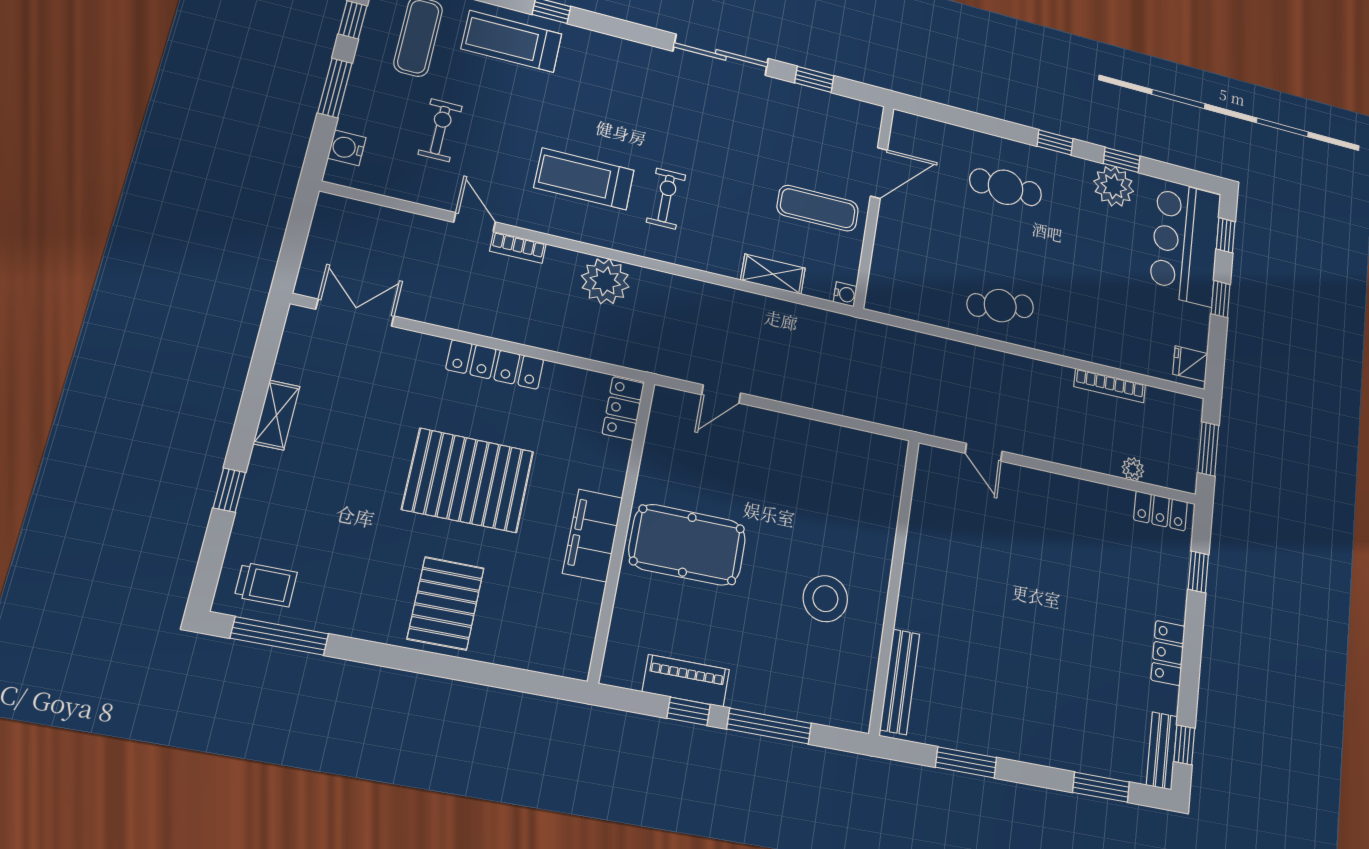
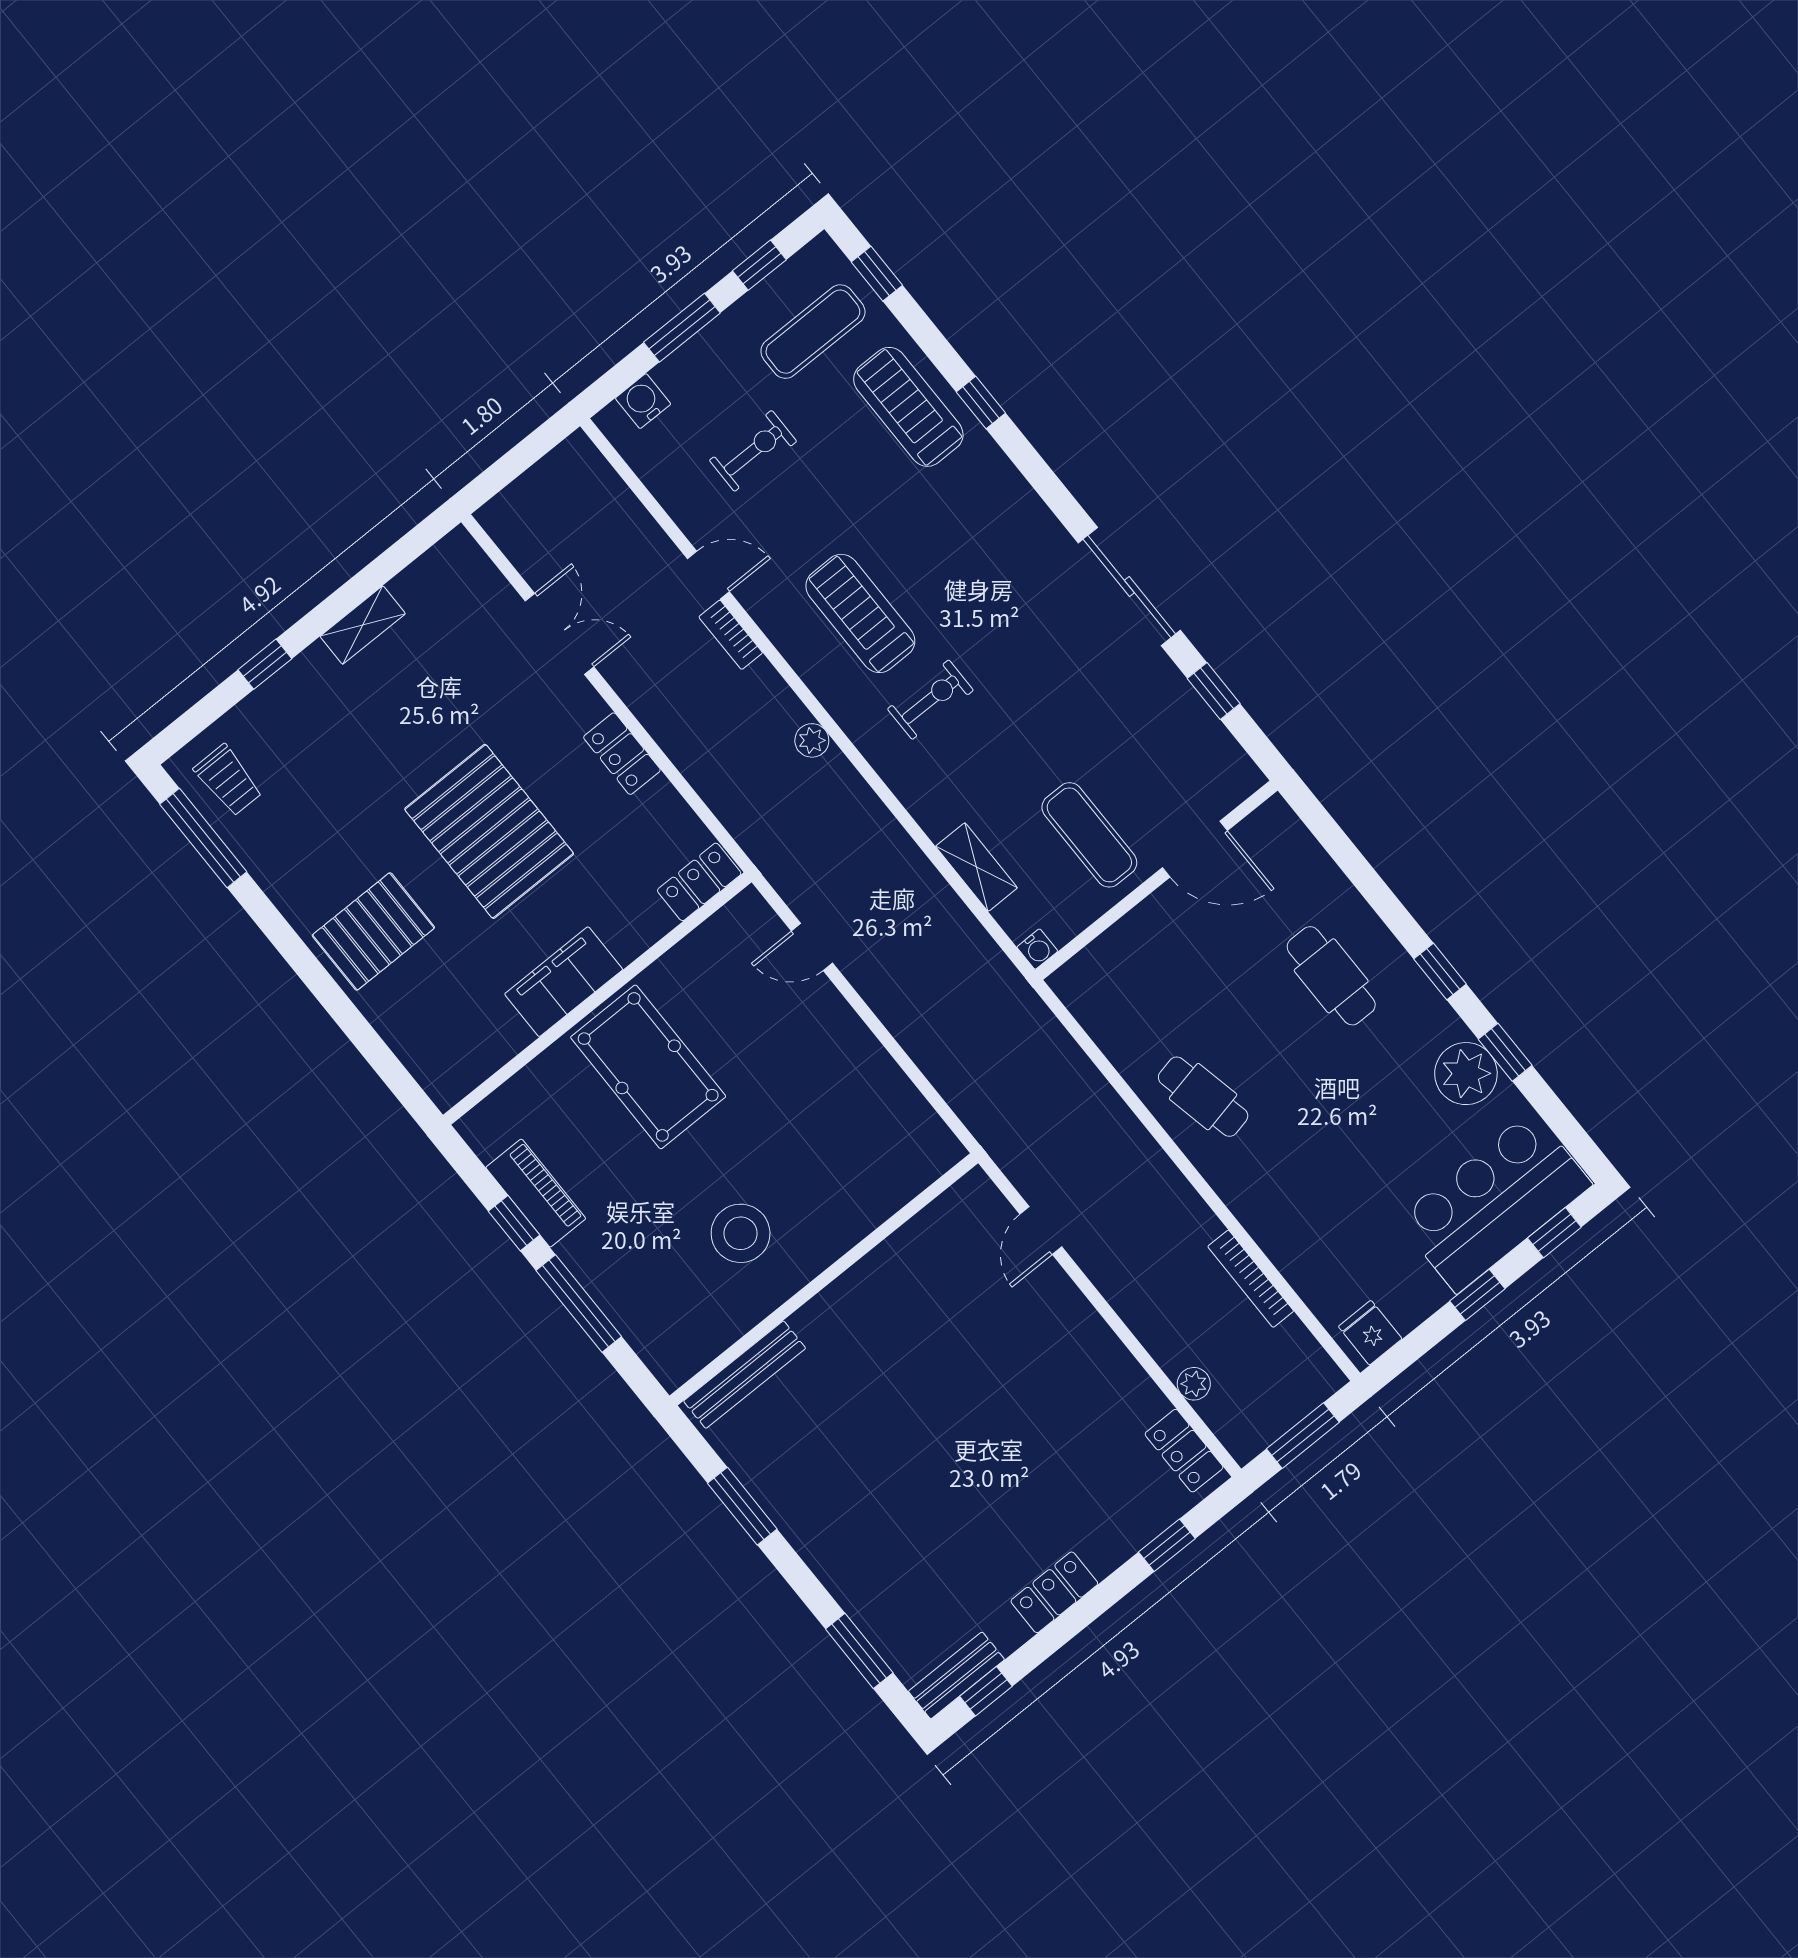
door: (475, 222) -> (708, 575), hinge flipped
plant: (605, 281) -> (812, 740), width x0.53, depth x0.53
double door: (355, 313) -> (560, 634), moved
locker: (495, 364) -> (622, 754), width x0.66

